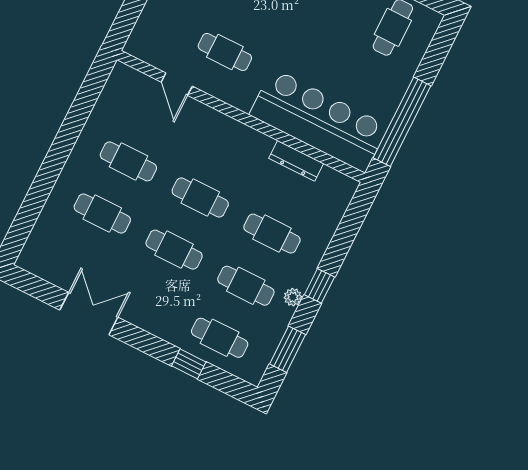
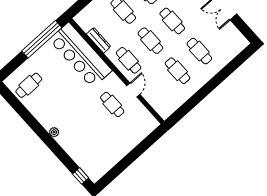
door: (177, 84) -> (133, 90), moved
cafe table: (226, 145) -> (129, 60), added

